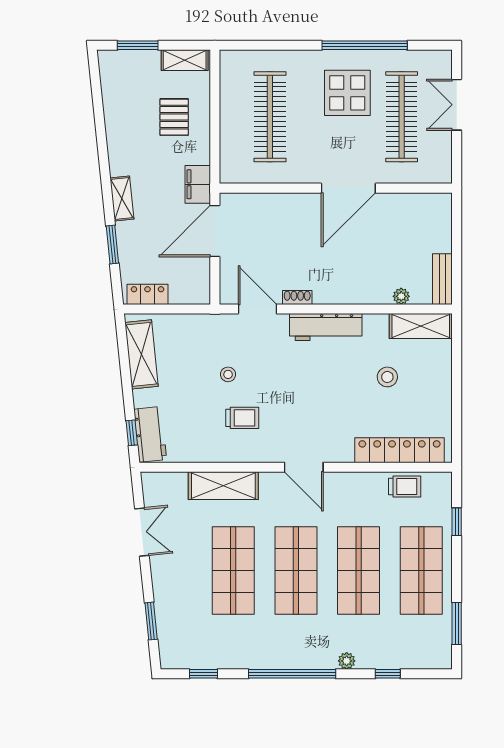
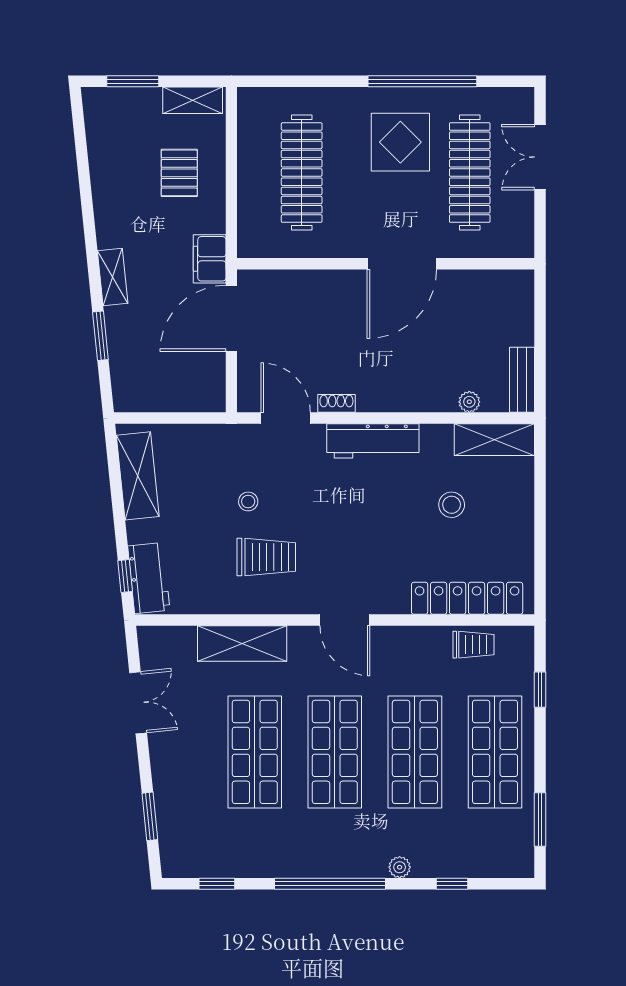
locker: (147, 294) -> (145, 399), removed
trolley: (242, 418) -> (266, 557), width x1.36, depth x1.39

